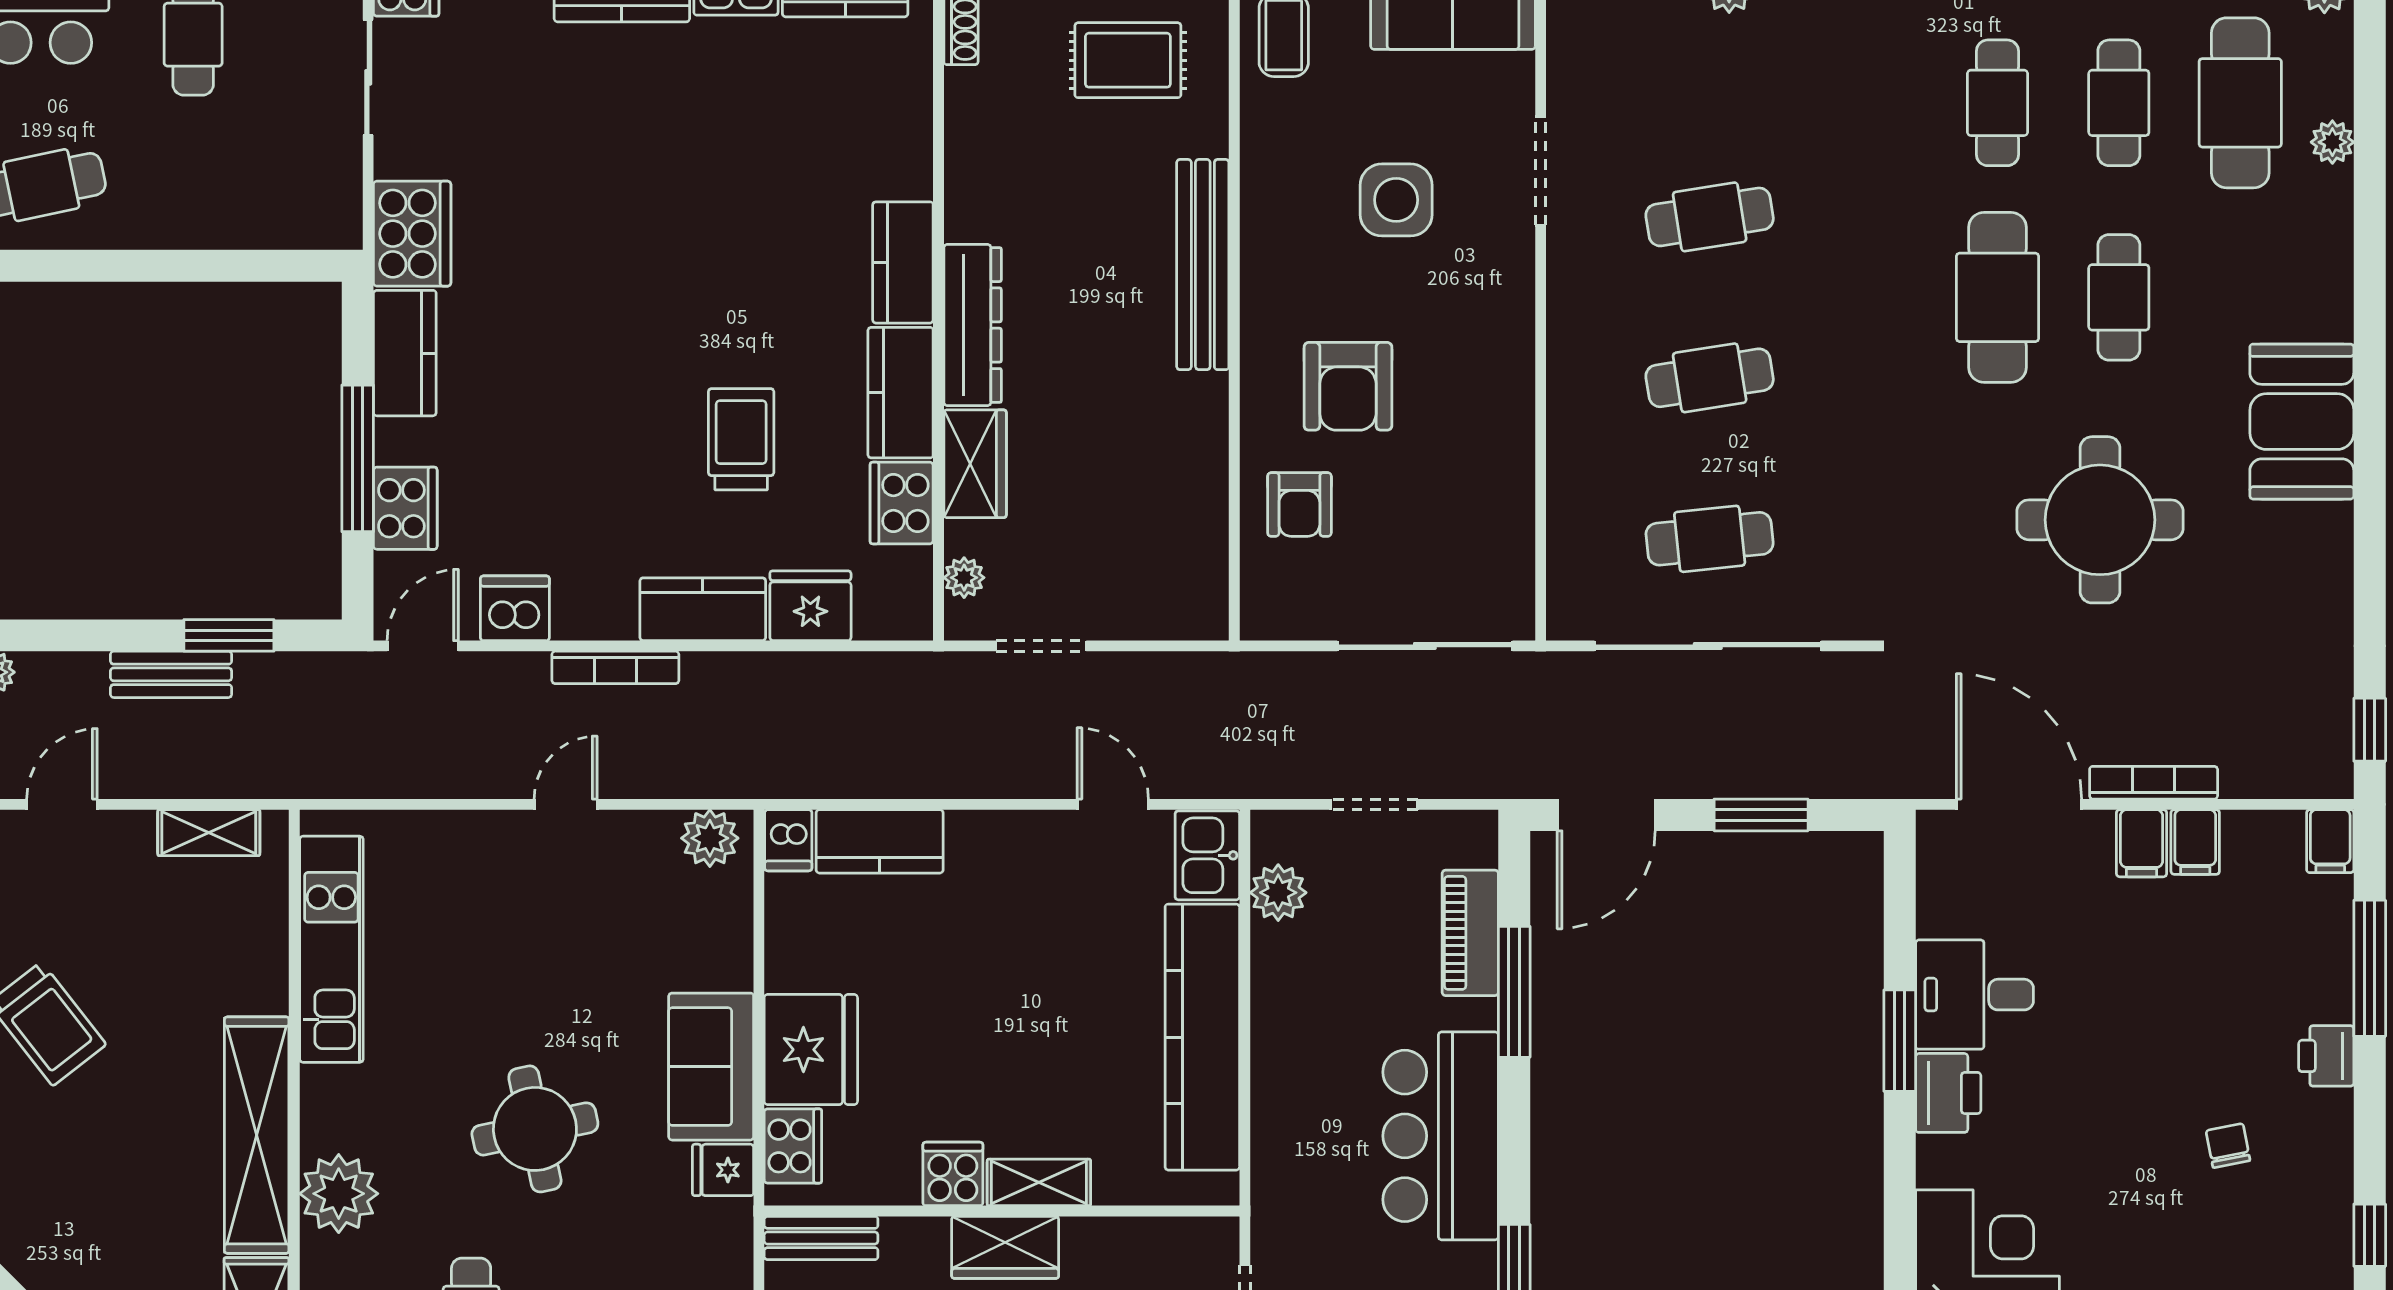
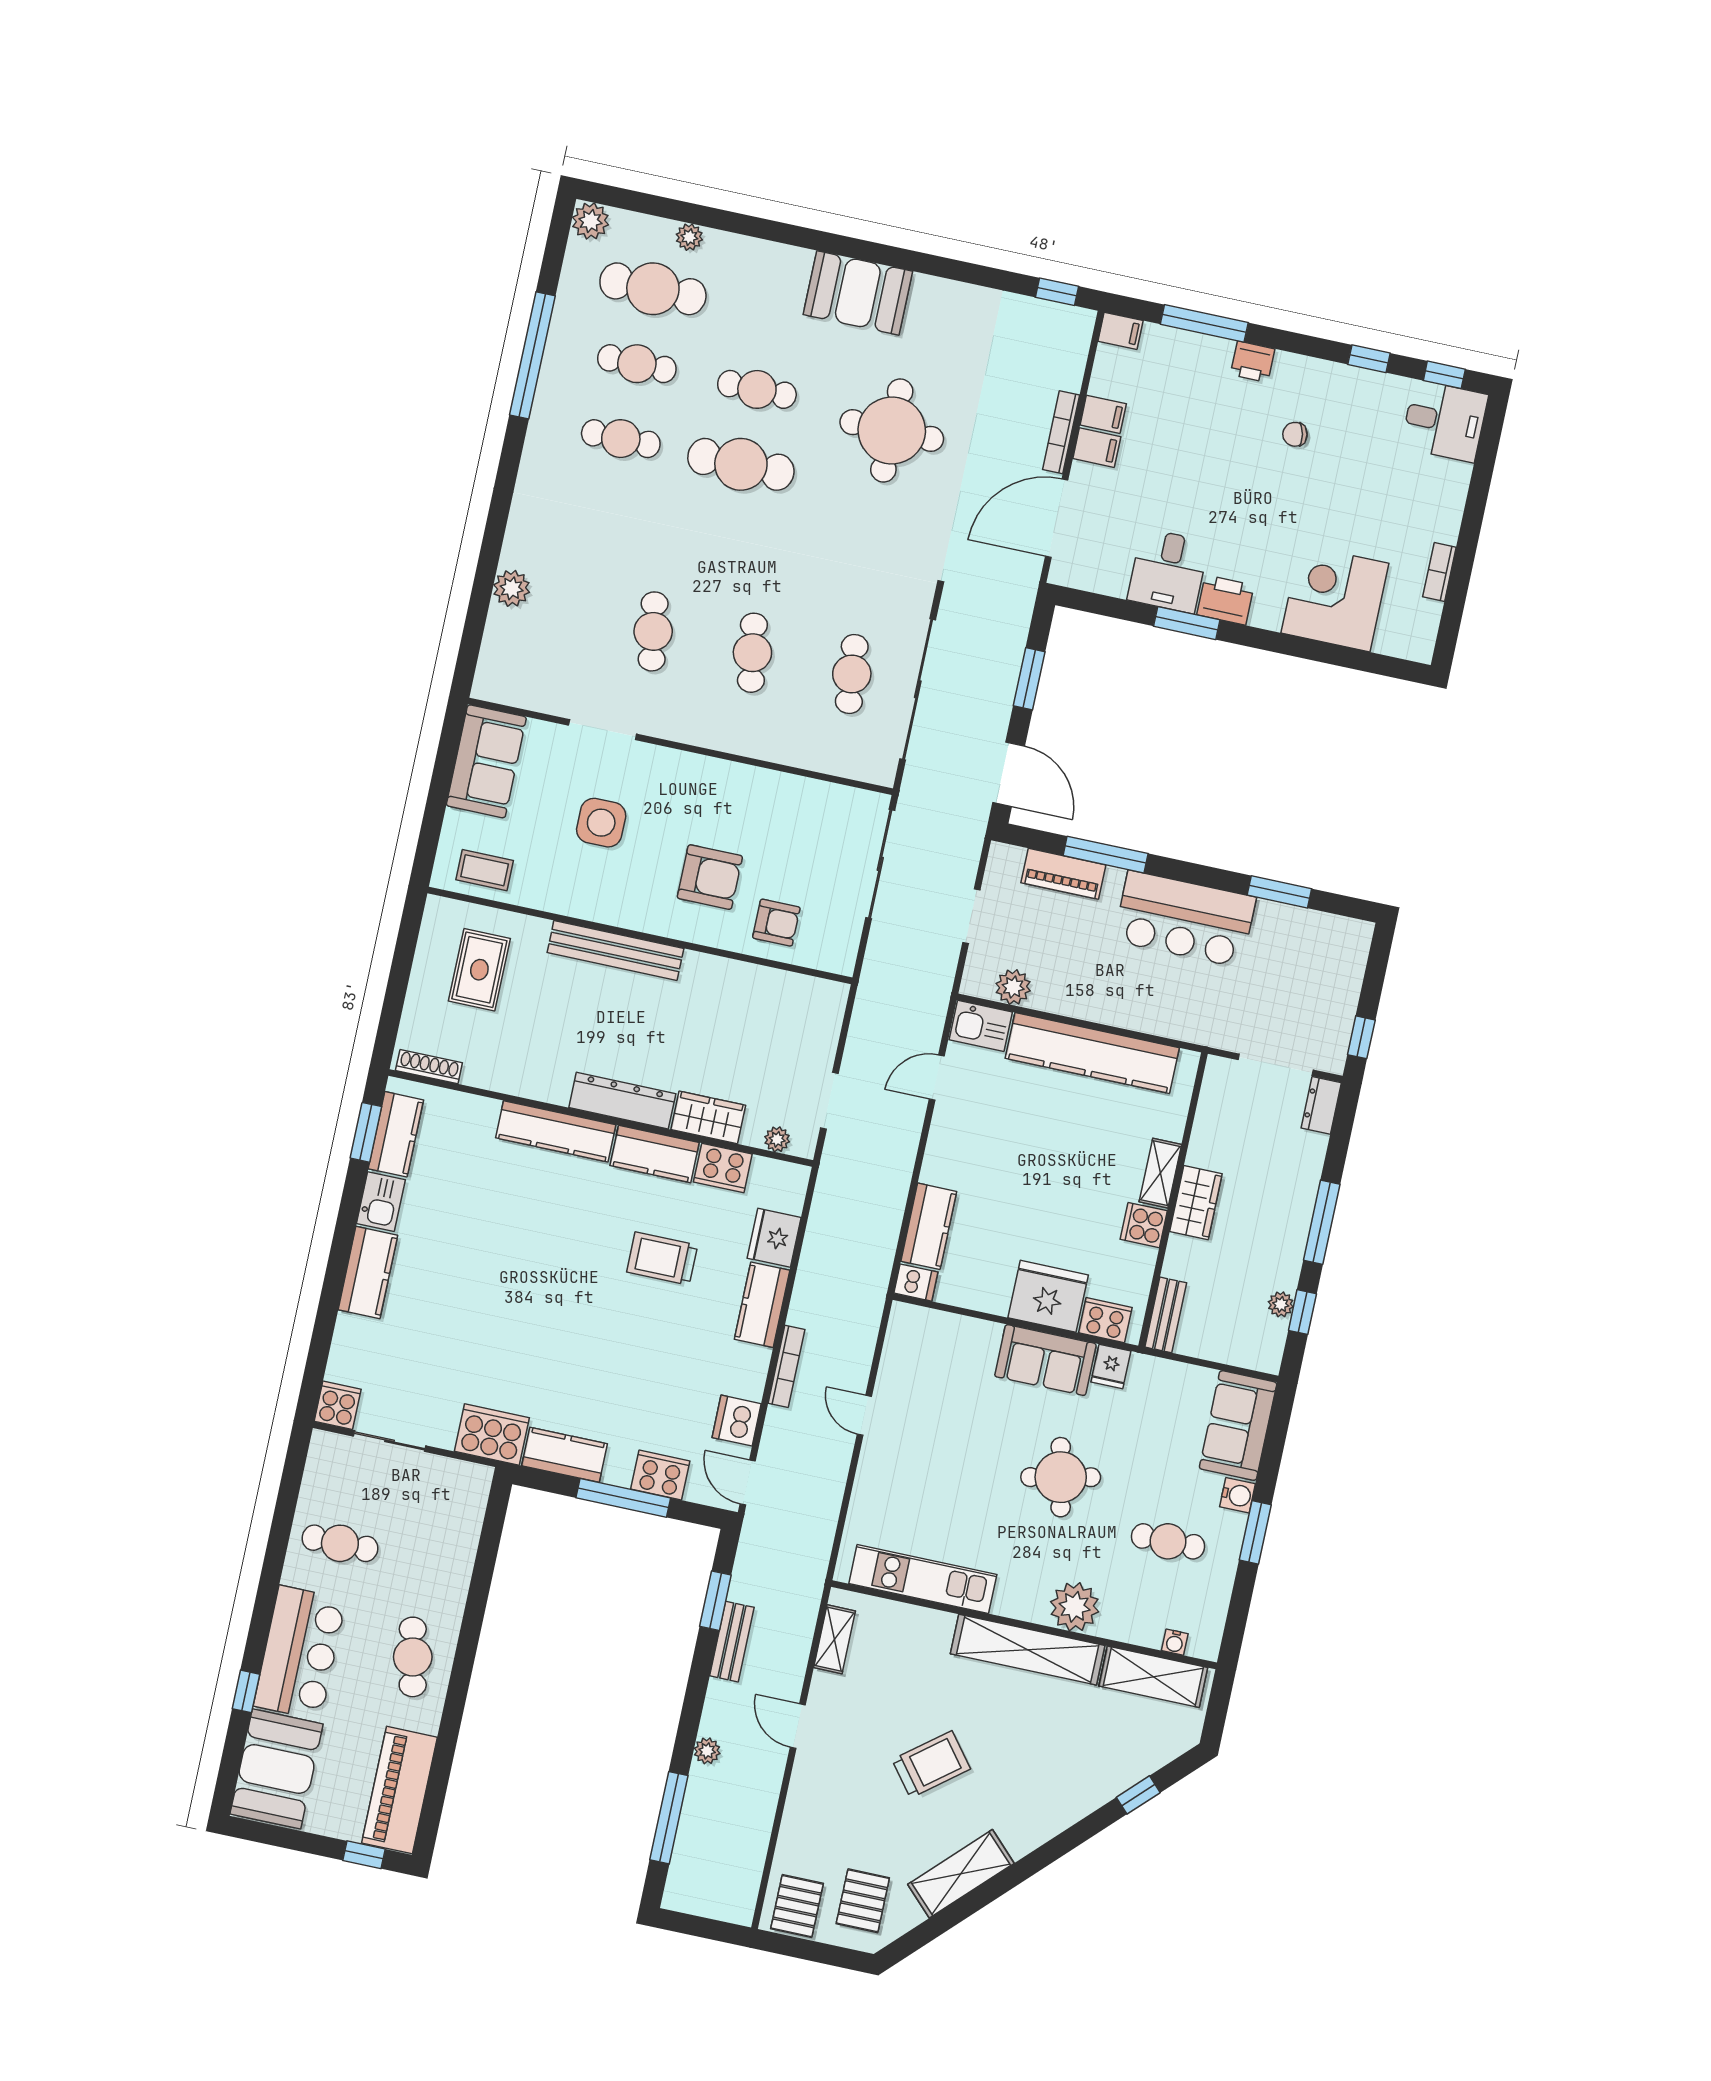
kitchen counter: (903, 262) -> (556, 1131), width x1.50
plant: (710, 838) -> (904, 1331), removed

